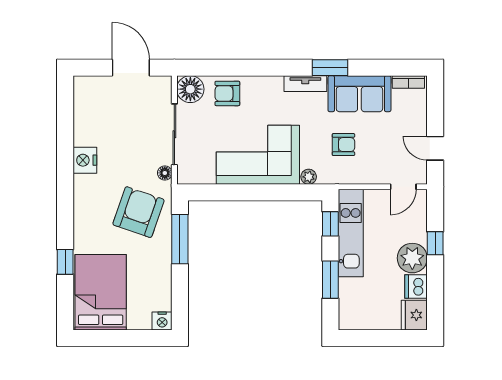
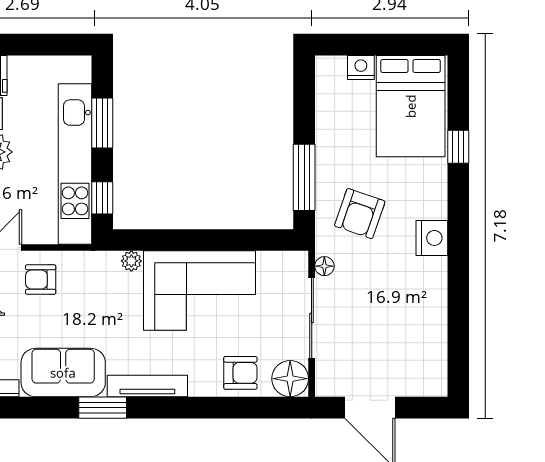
tv unit: (305, 84) -> (147, 386), width x1.41
armchair: (343, 145) -> (41, 280), moved
nightstand: (85, 160) -> (432, 238), moved
armchair: (138, 212) -> (360, 214), width x0.73, depth x0.73
kitchen unit: (351, 233) -> (75, 164), width x1.36
nightstand: (162, 321) -> (361, 67), moved

